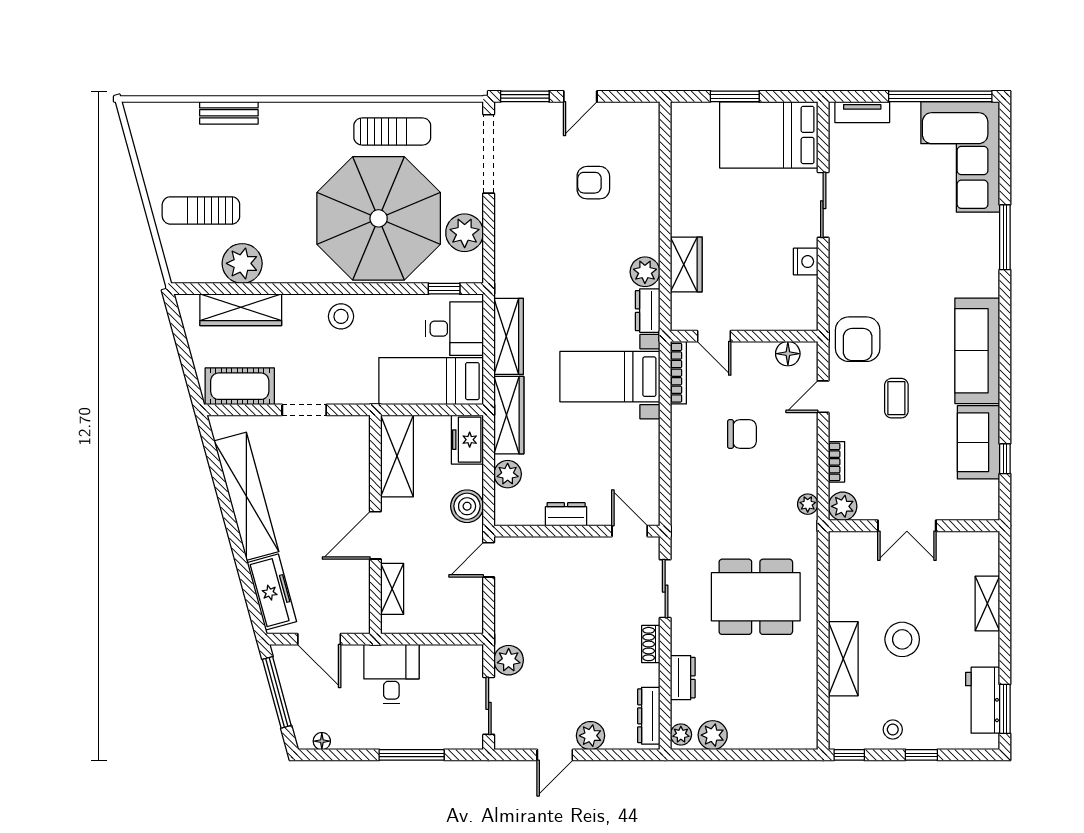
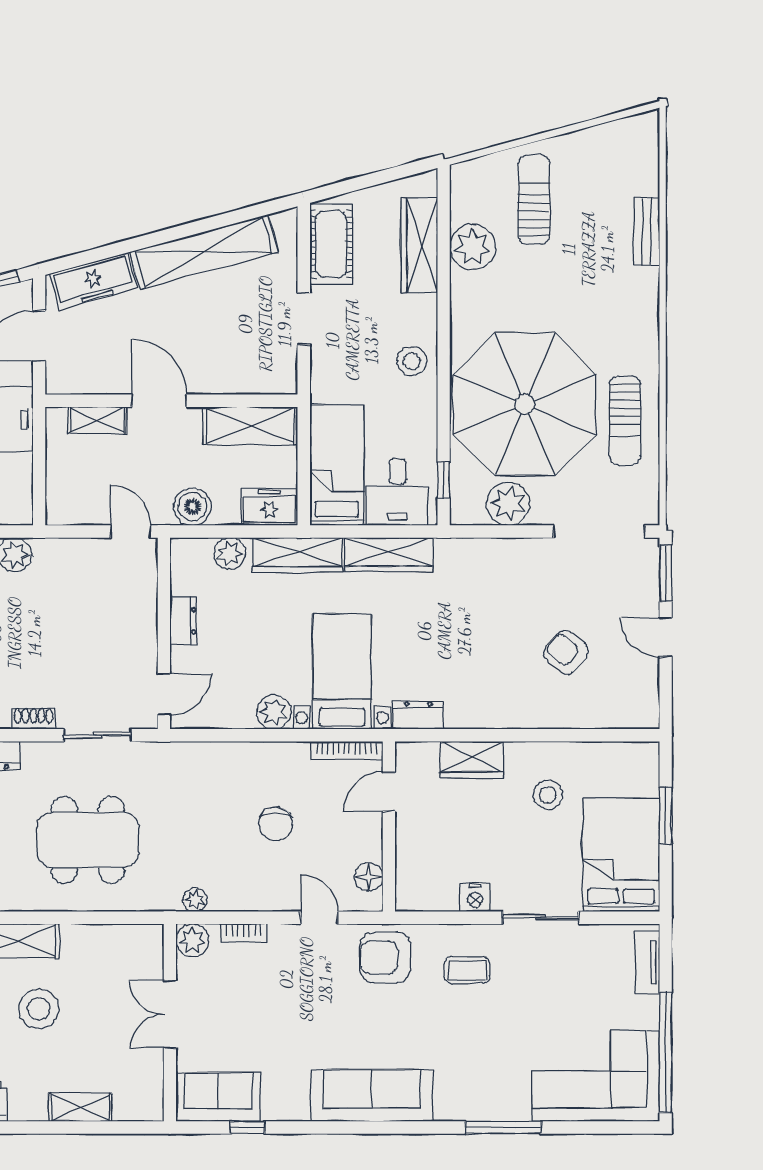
armchair: (593, 183) -> (566, 652), turned -49
stool: (717, 198) -> (548, 795), added
plant: (645, 272) -> (274, 712), moved
coffee table: (896, 398) -> (467, 970), moved
sofa: (978, 442) -> (218, 1097), moved
dining table: (756, 597) -> (88, 840), turned 90

